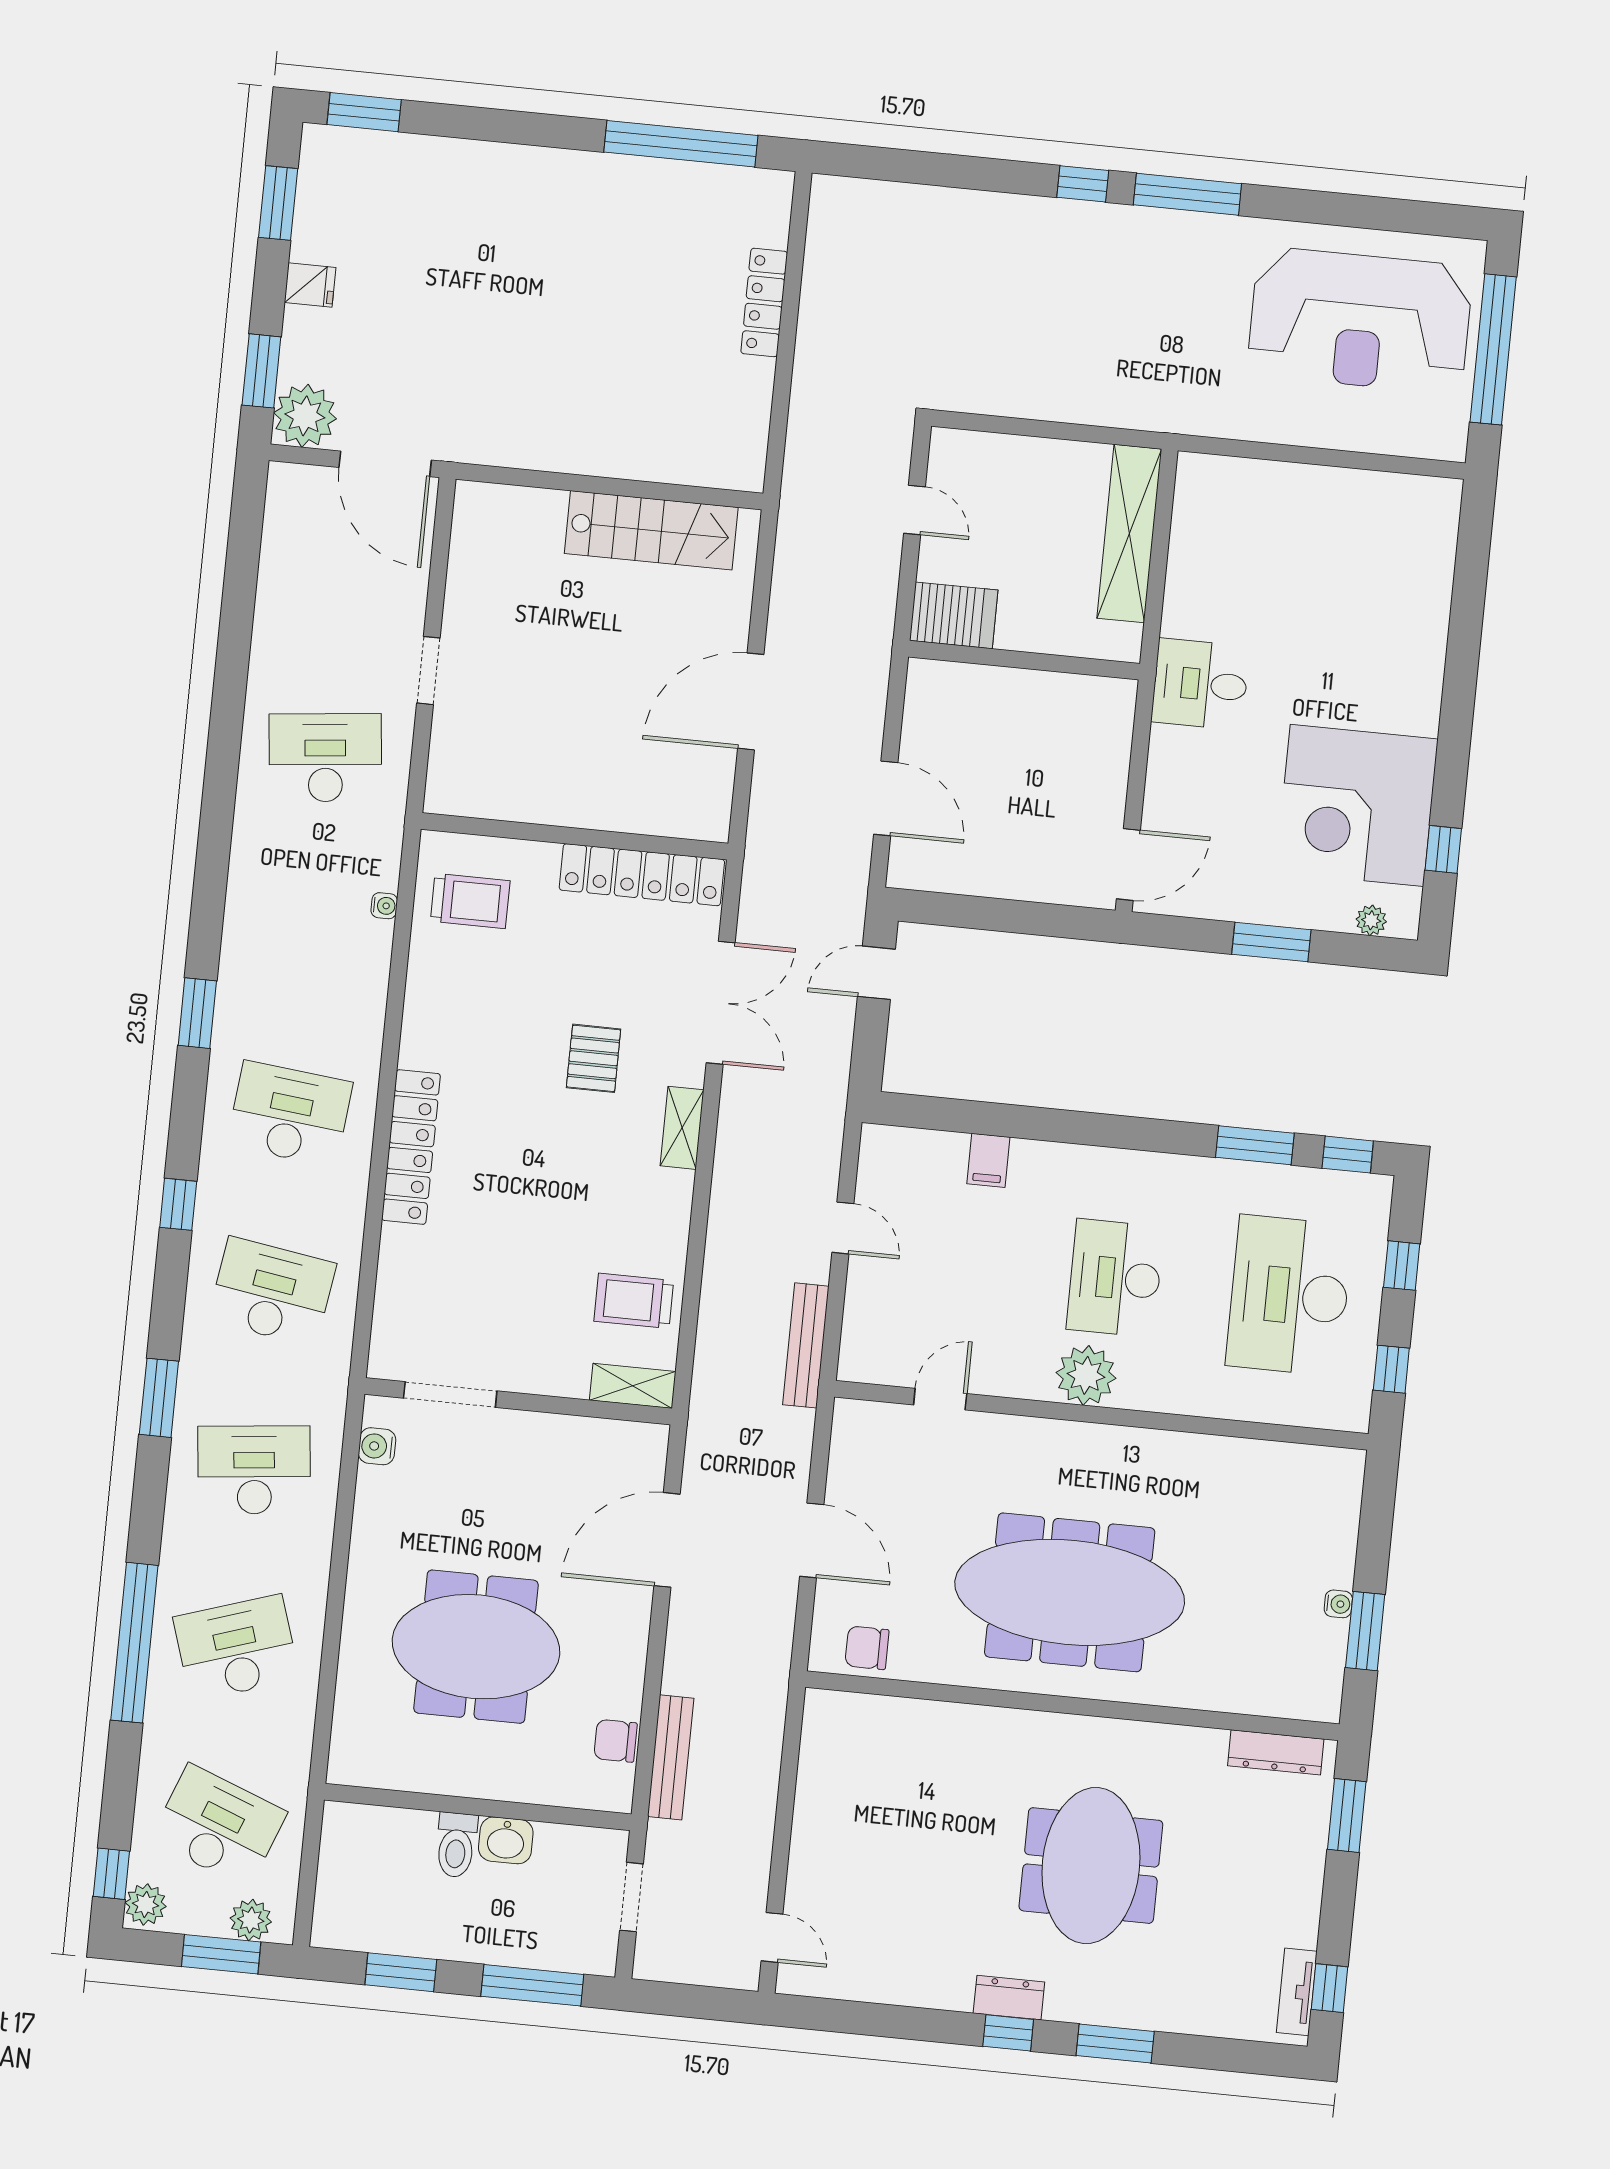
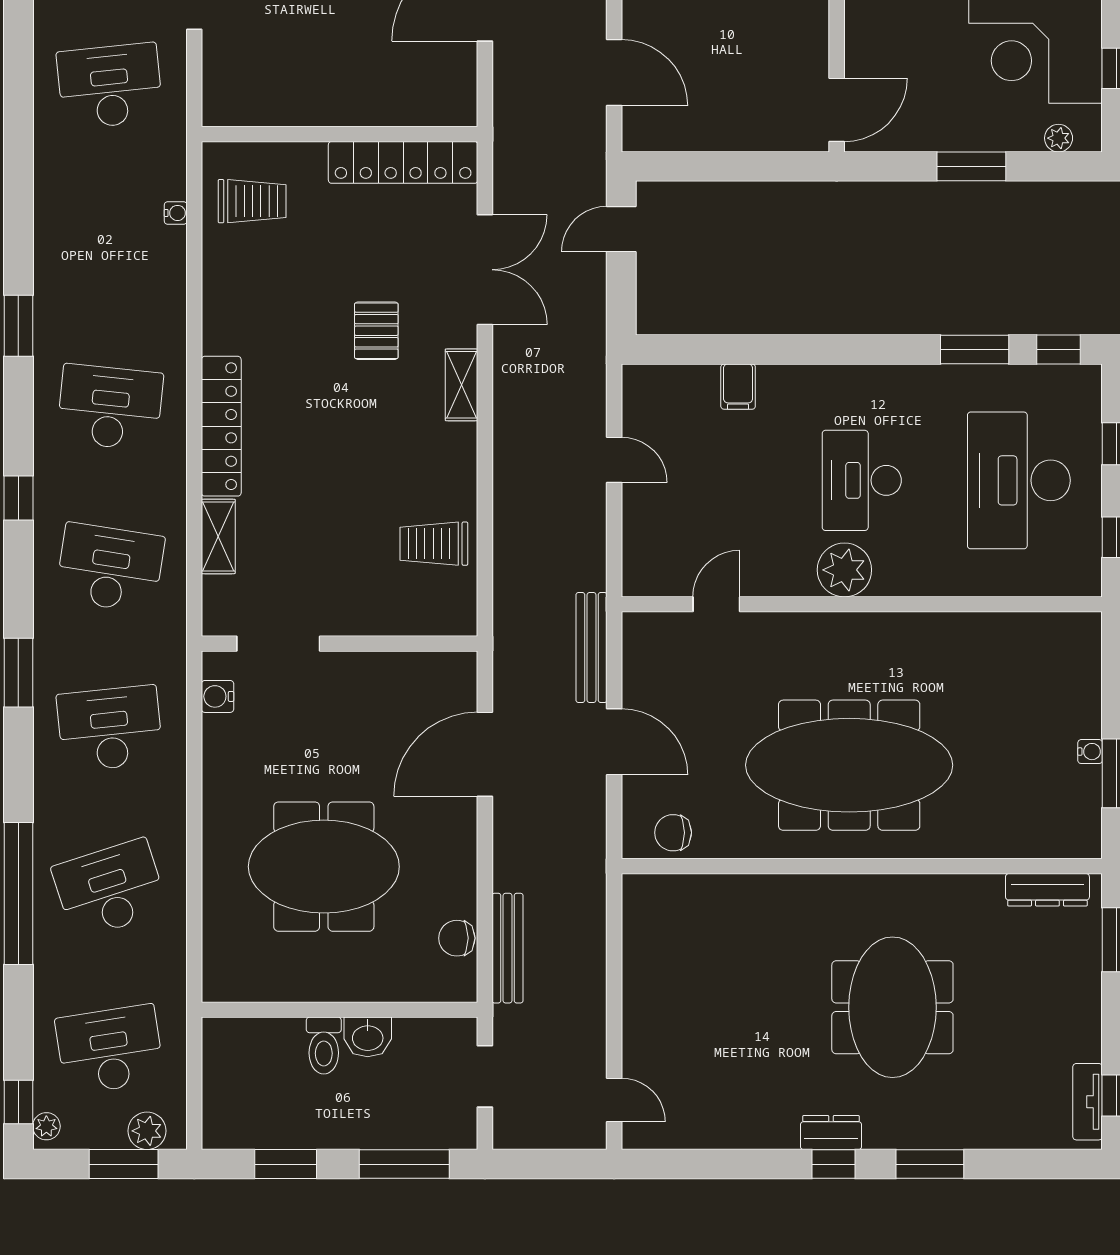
bench: (806, 1345) -> (592, 647), moved
shelving: (633, 1386) -> (218, 536), moved, turned 90
desk: (219, 1826) -> (110, 1050), turned -30
plant: (146, 1904) -> (46, 1126), width x0.73, depth x0.73

